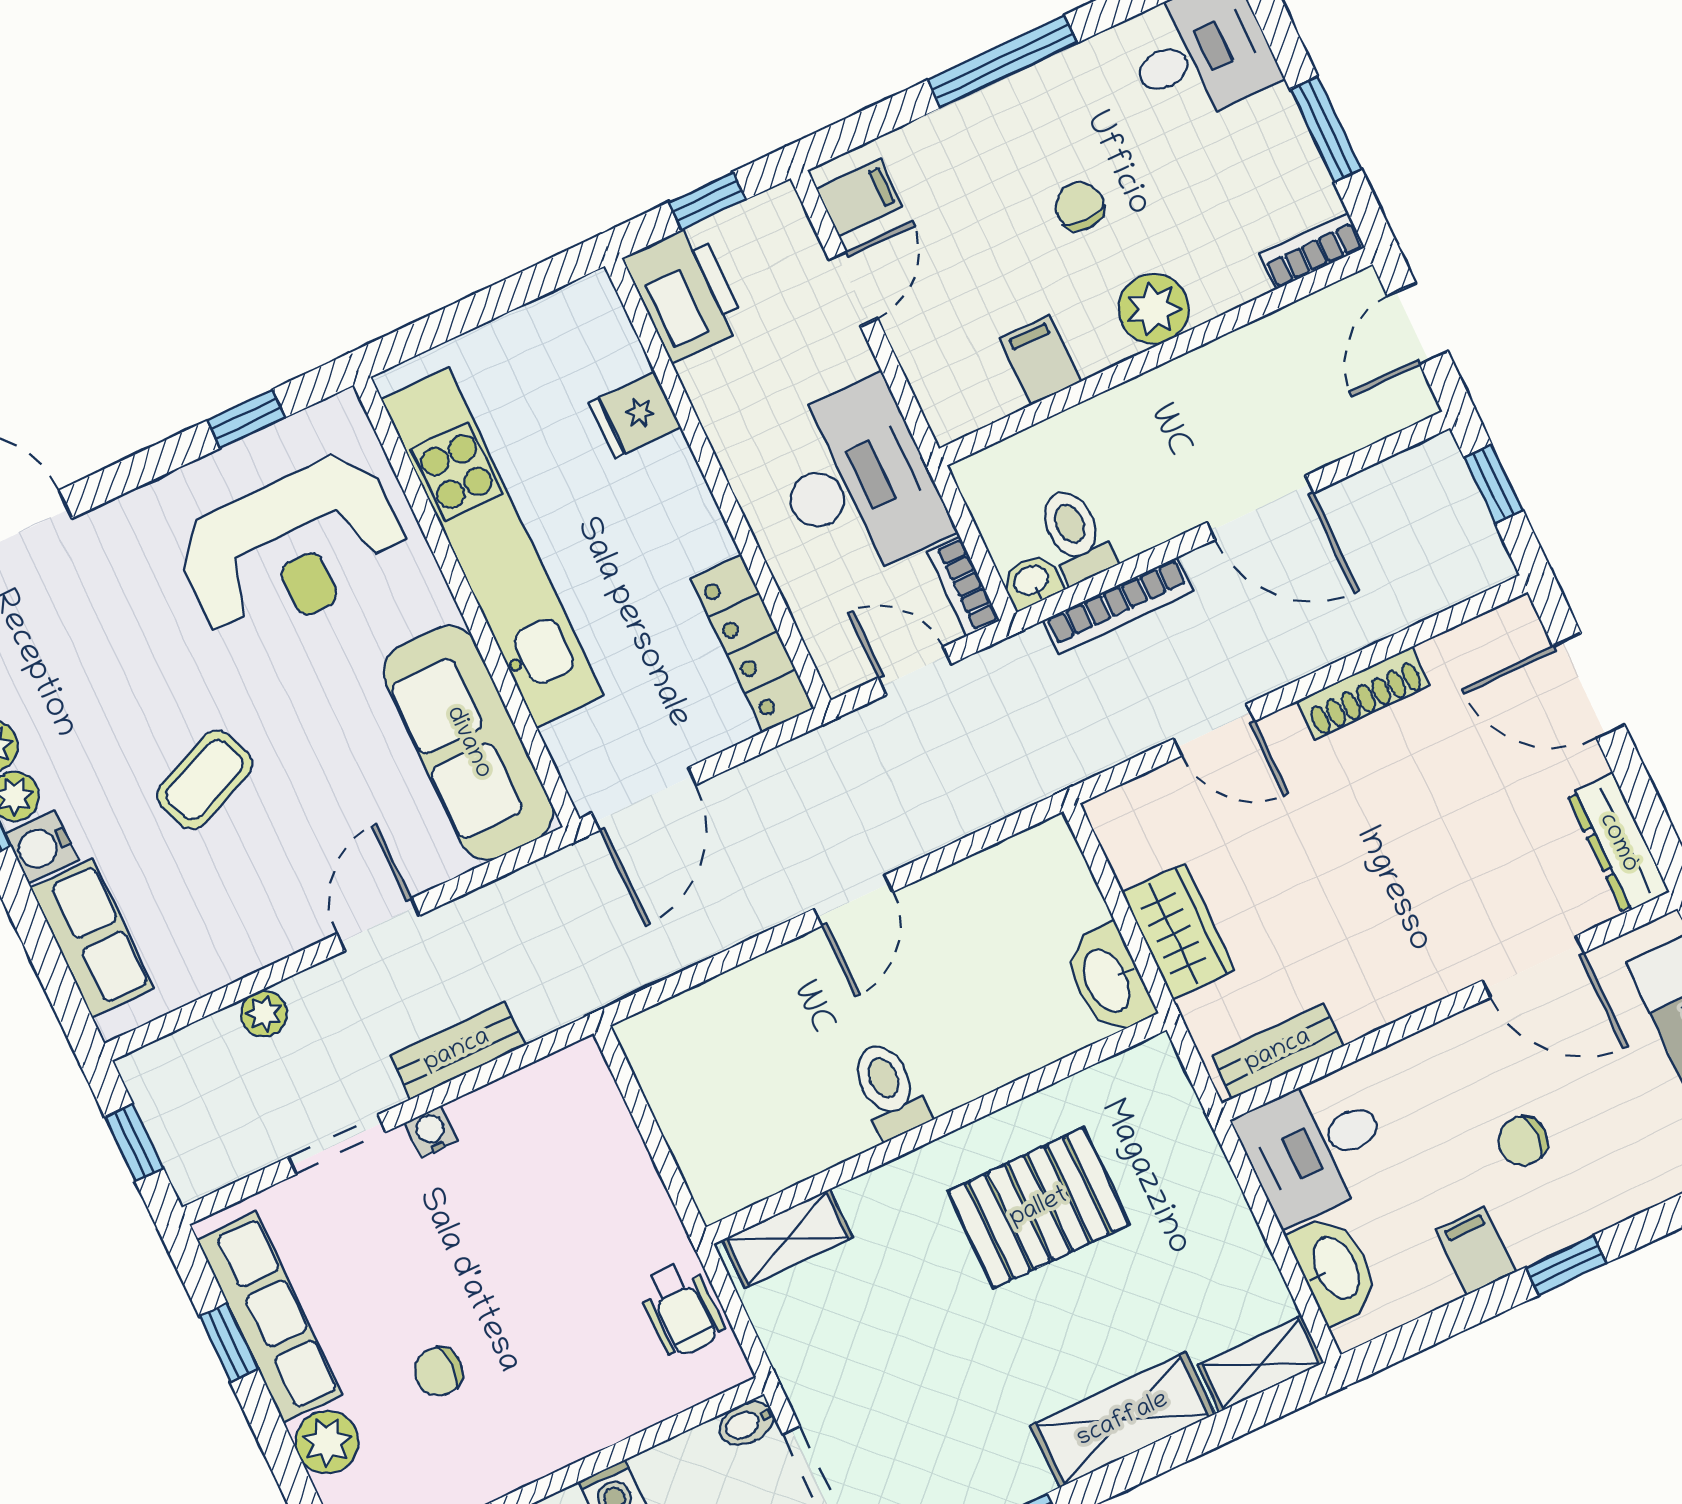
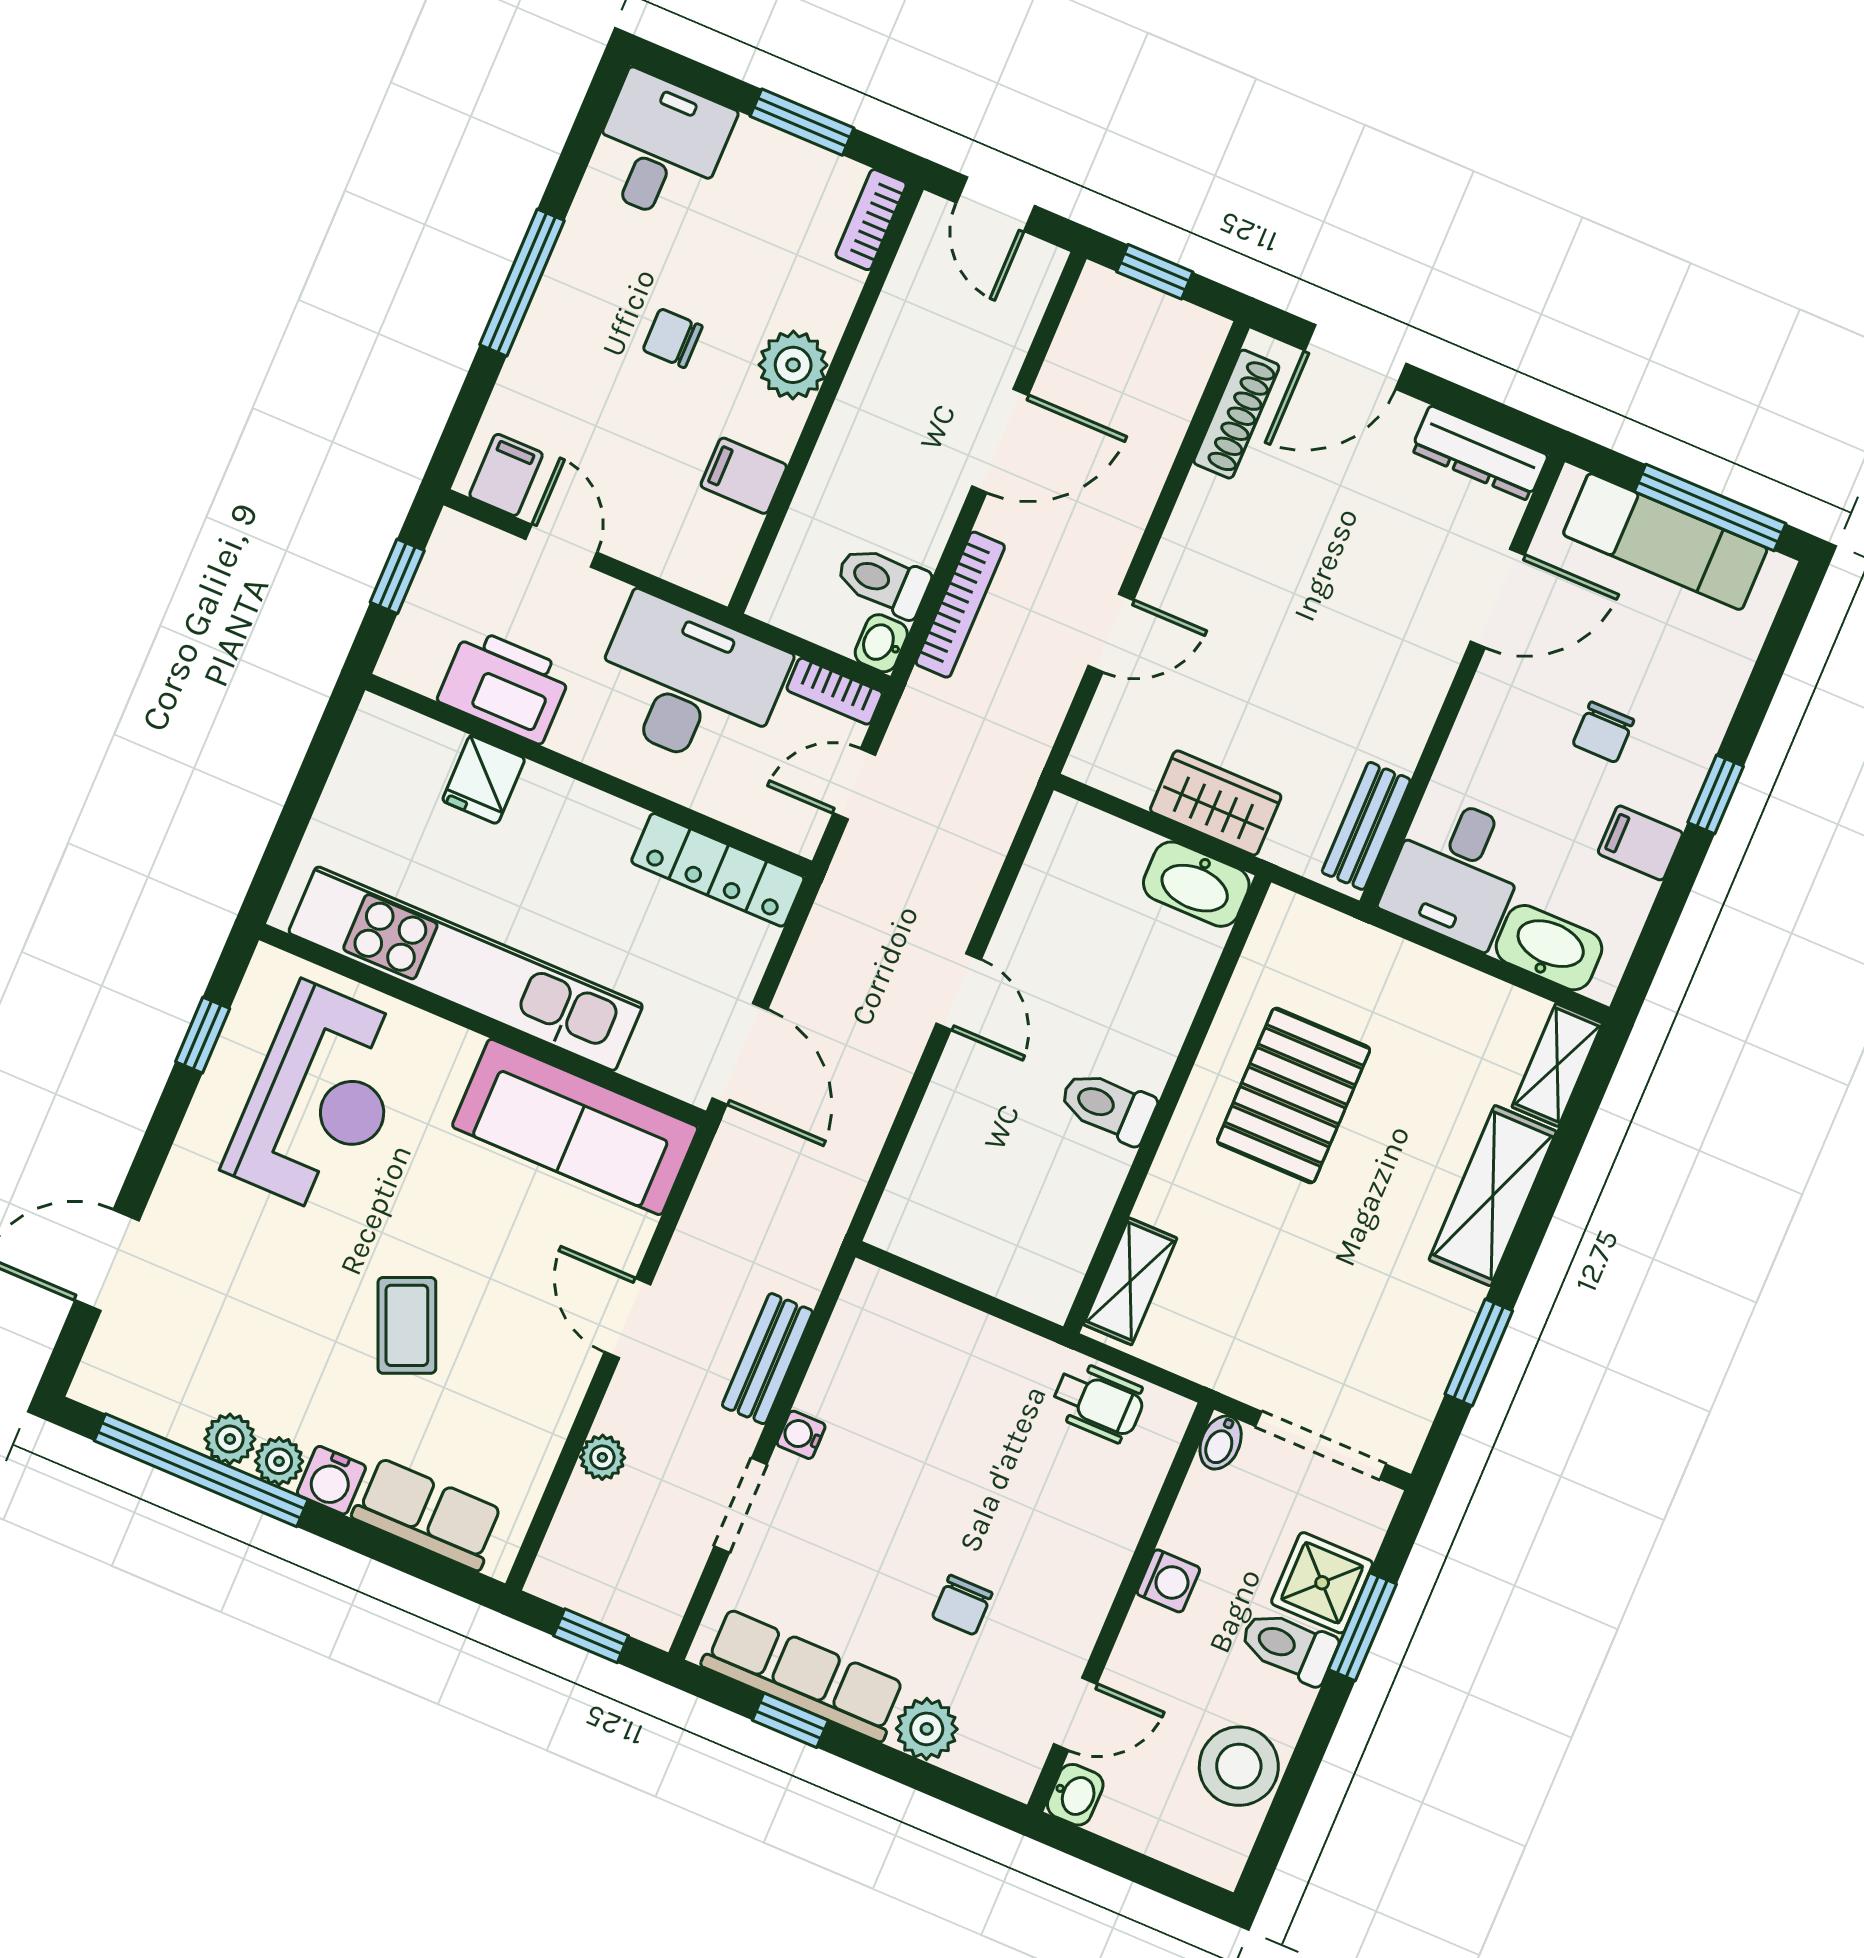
printer: (685, 293) -> (505, 685), moved
shoe rack: (1363, 693) -> (1236, 414), moved

